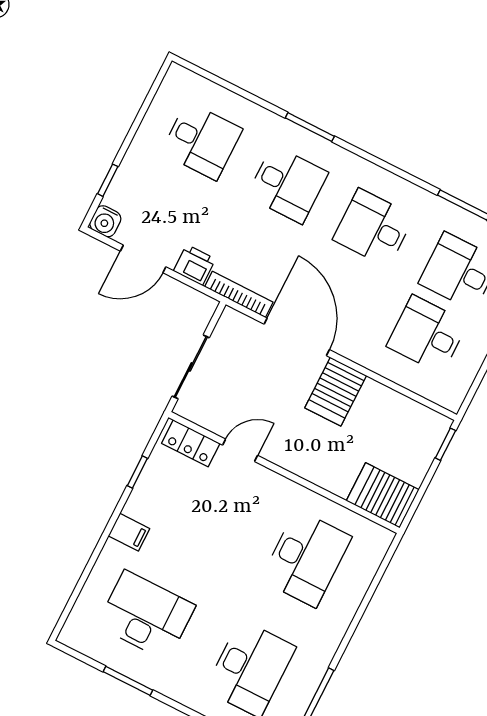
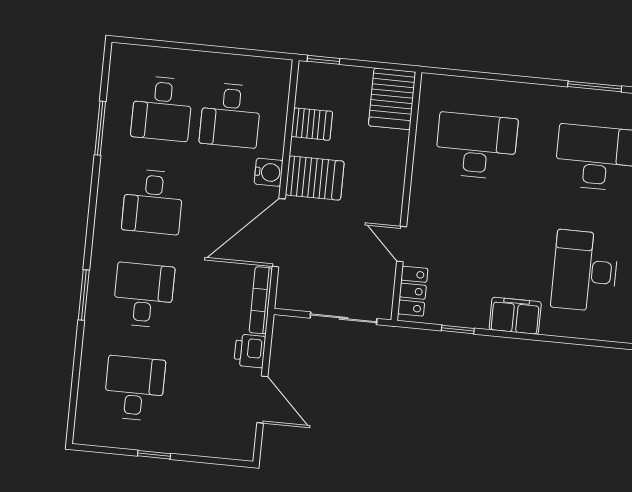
window: (108, 180) -> (154, 455), moved
water cooler: (105, 221) -> (269, 172), moved
server rack: (388, 409) -> (312, 124), added
filing cabinet: (129, 532) -> (515, 316), width x2.00

